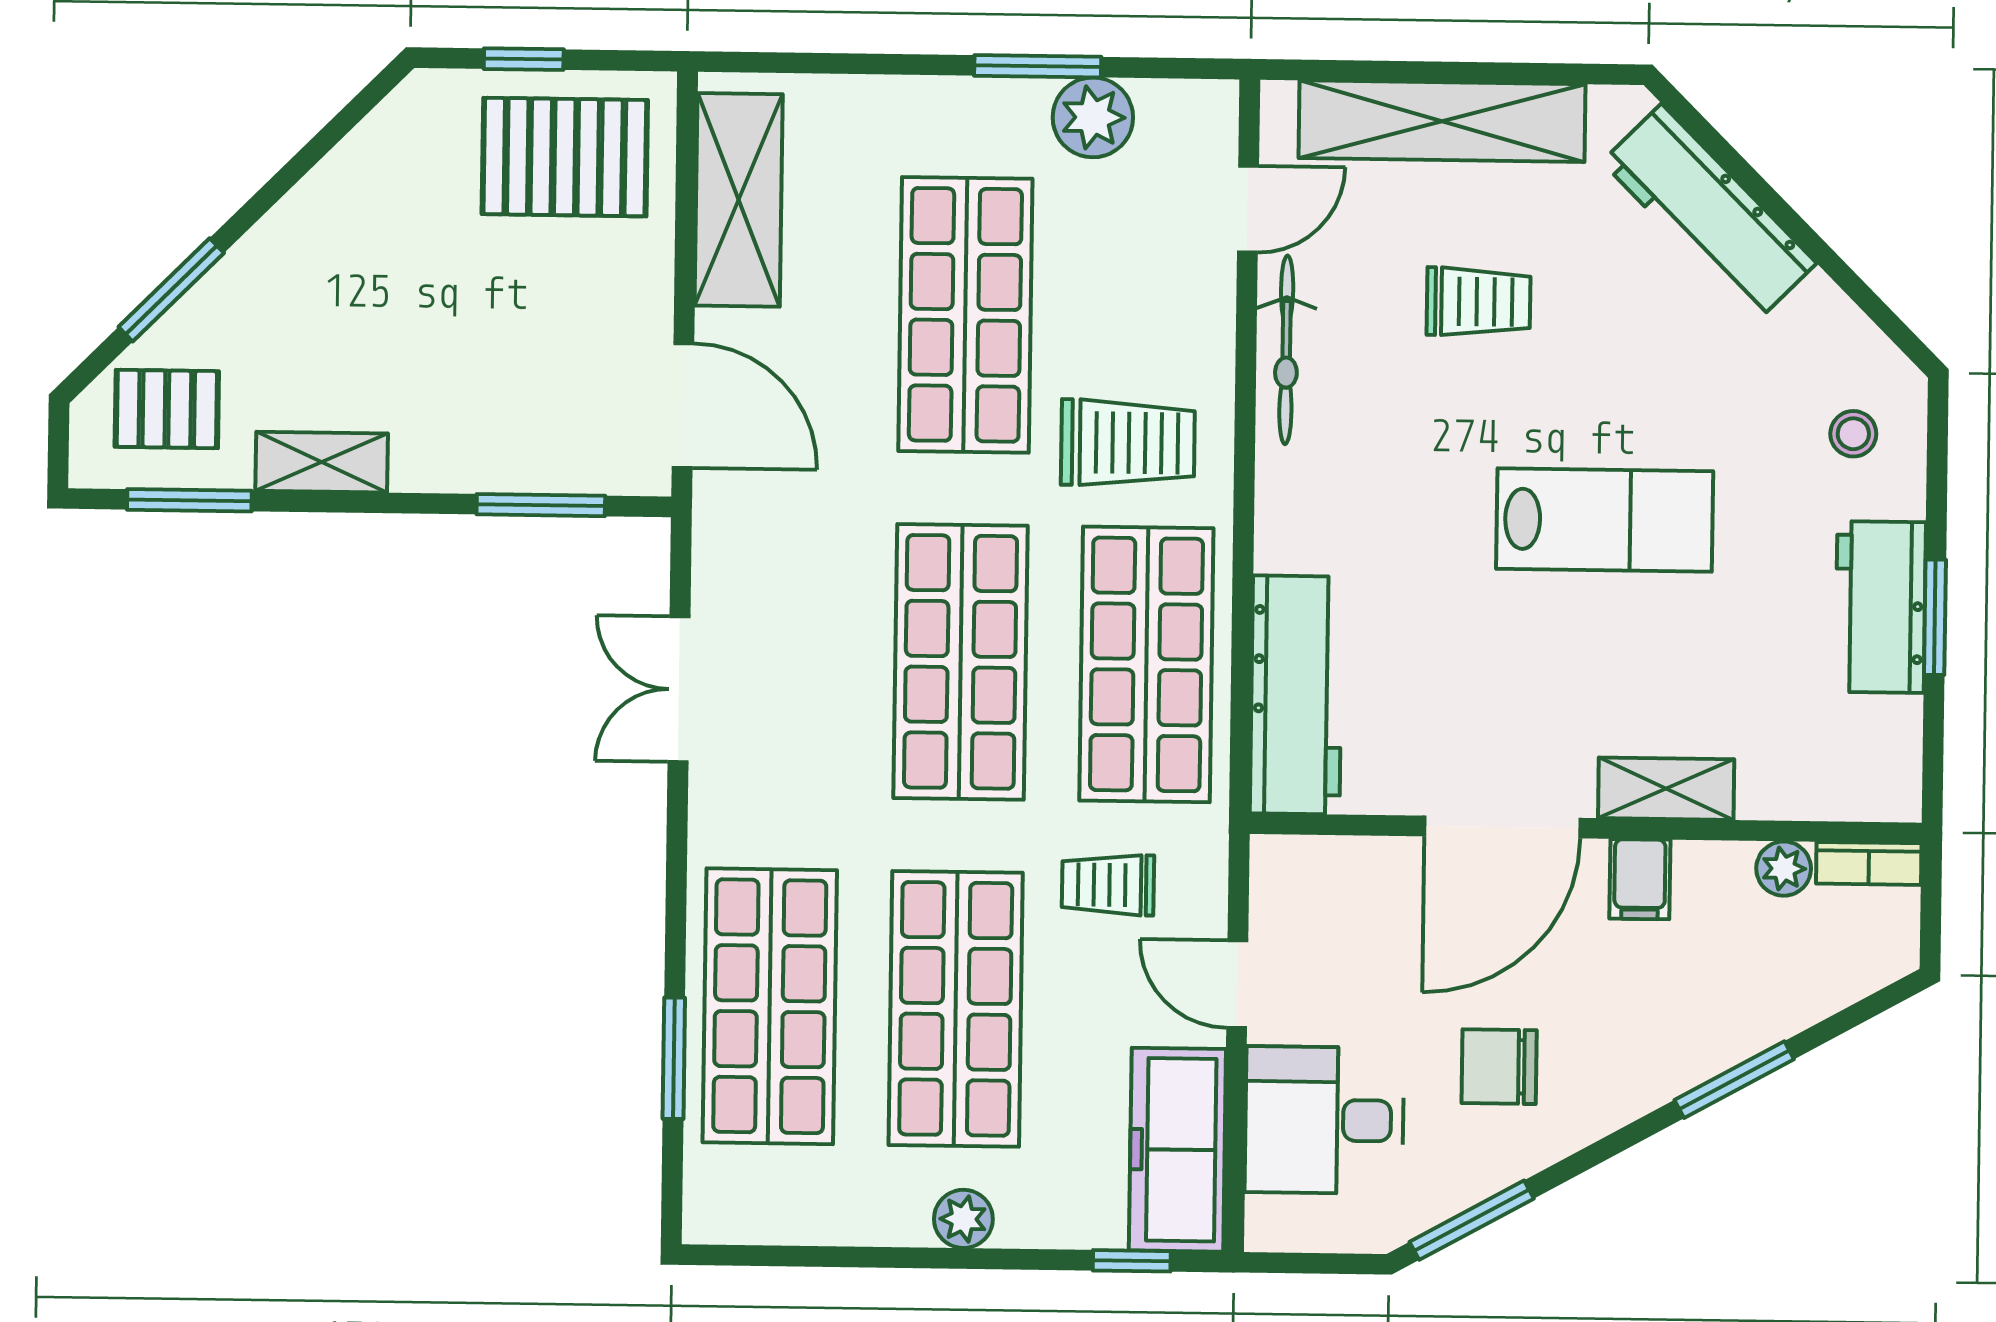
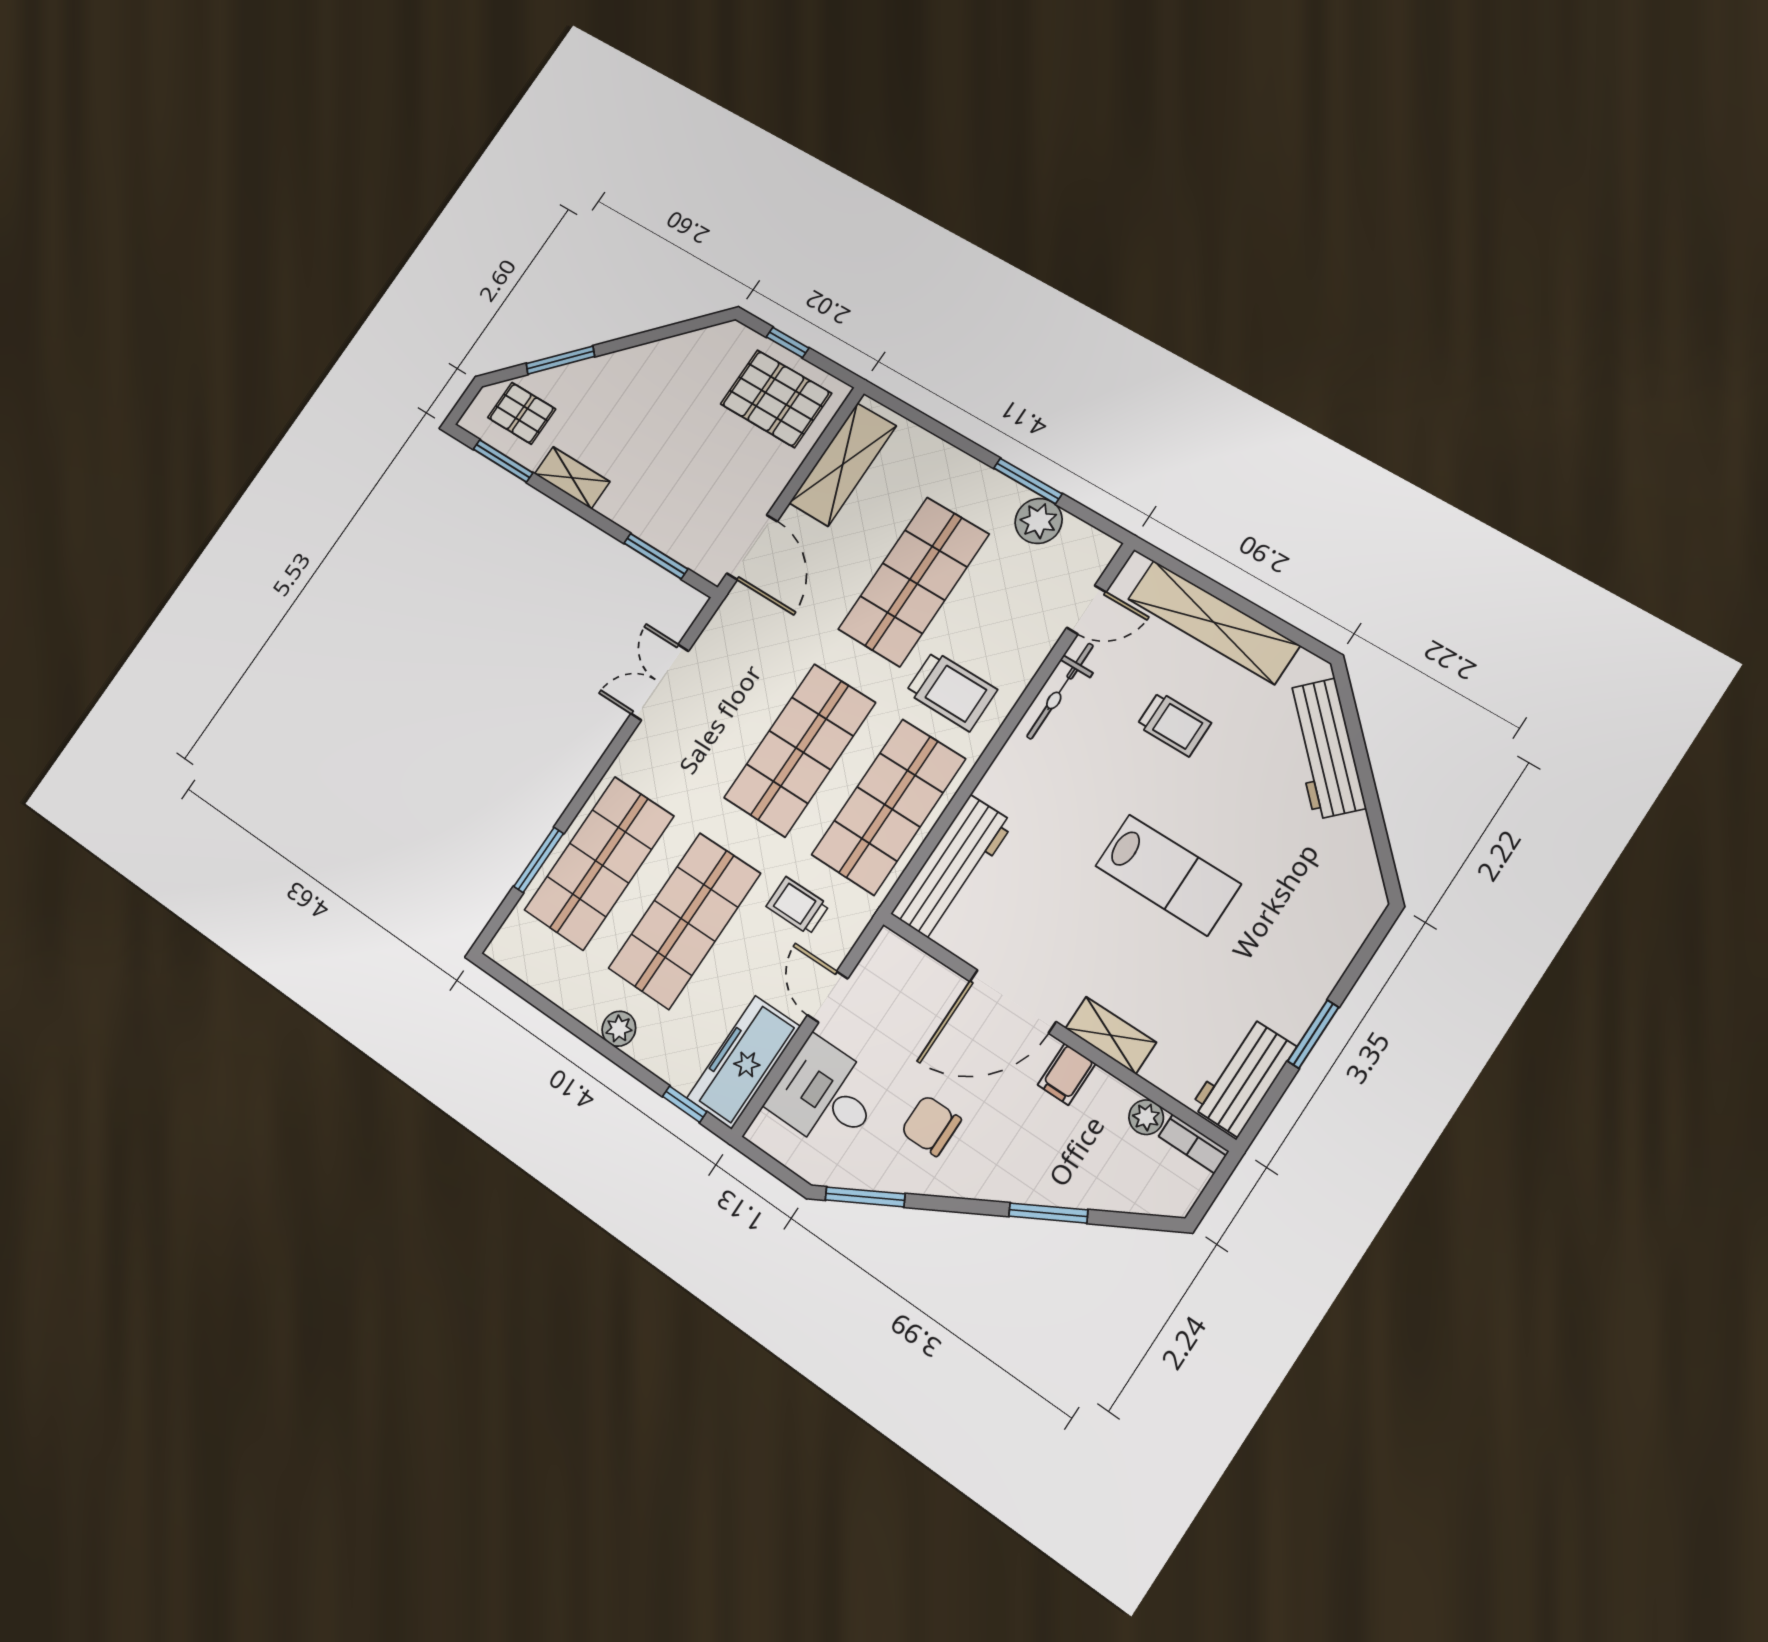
stool: (1853, 434) -> (1330, 910), removed
workbench: (1881, 607) -> (1244, 1077), moved

